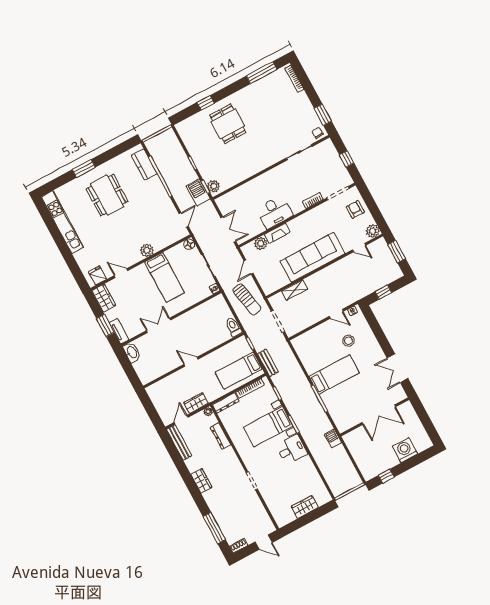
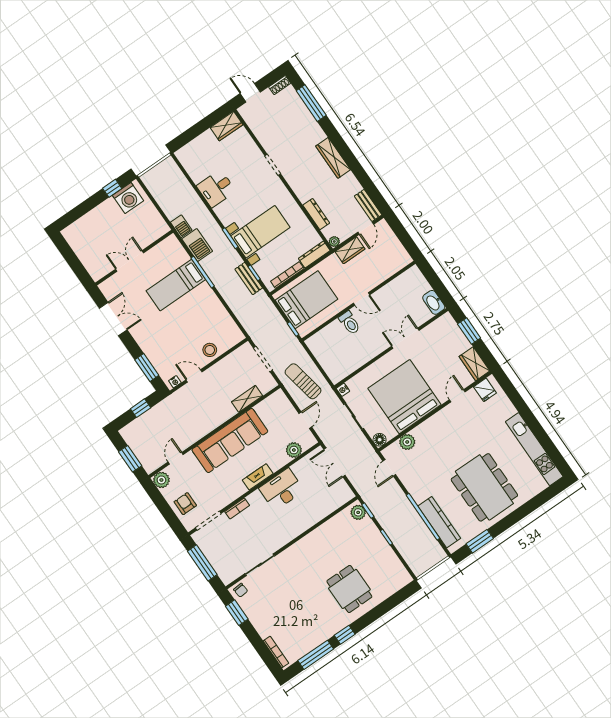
window: (206, 103) -> (345, 635), moved
window: (347, 159) -> (202, 563), width x2.17
kitchen counter: (144, 164) -> (439, 522), width x1.50
window: (84, 168) -> (480, 541), moved
barbecue: (198, 192) -> (197, 245), moved
dining table: (107, 195) -> (484, 487), width x1.36, depth x1.24
armchair: (355, 209) -> (185, 504), turned 180
fireplace: (277, 233) -> (258, 477), moved
door: (359, 248) -> (176, 458), hinge flipped
plant: (147, 250) -> (407, 442), moved
door: (121, 273) -> (457, 396), swing flipped
bed: (165, 277) -> (404, 397), width x2.04
double door: (158, 325) -> (405, 338), swing flipped
window: (374, 325) -> (147, 368), added
toilet: (233, 327) -> (350, 323), moved
tv unit: (119, 331) -> (452, 326), removed
stool: (348, 341) -> (210, 350), moved
bench: (268, 363) -> (249, 279), moved
bed: (239, 371) -> (306, 300), width x1.50
bed: (334, 375) -> (176, 285), moved
double door: (379, 415) -> (130, 261), width x0.73
bench: (179, 442) -> (368, 205), width x0.73
desk: (292, 450) -> (216, 189), moved
washing machine: (405, 450) -> (128, 198), moved
wardrobe: (201, 481) -> (333, 158), width x1.50
wardrobe: (305, 507) -> (227, 126), moved

